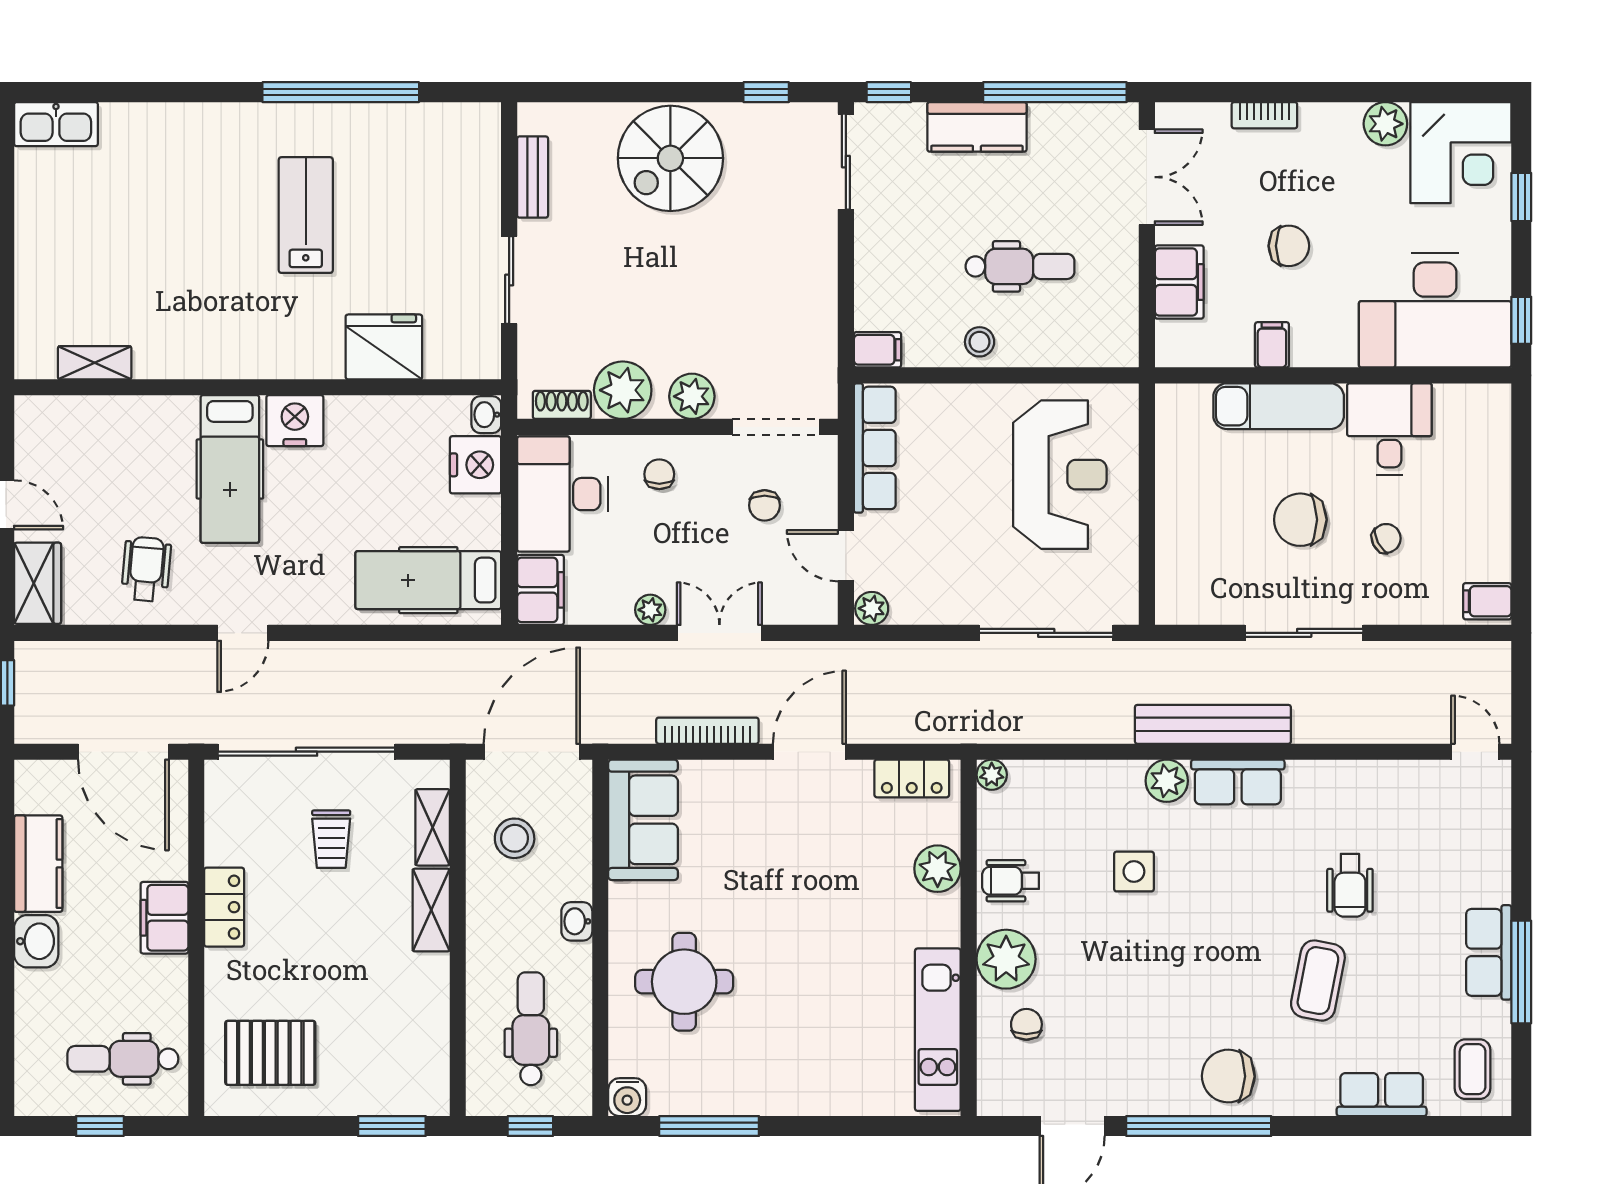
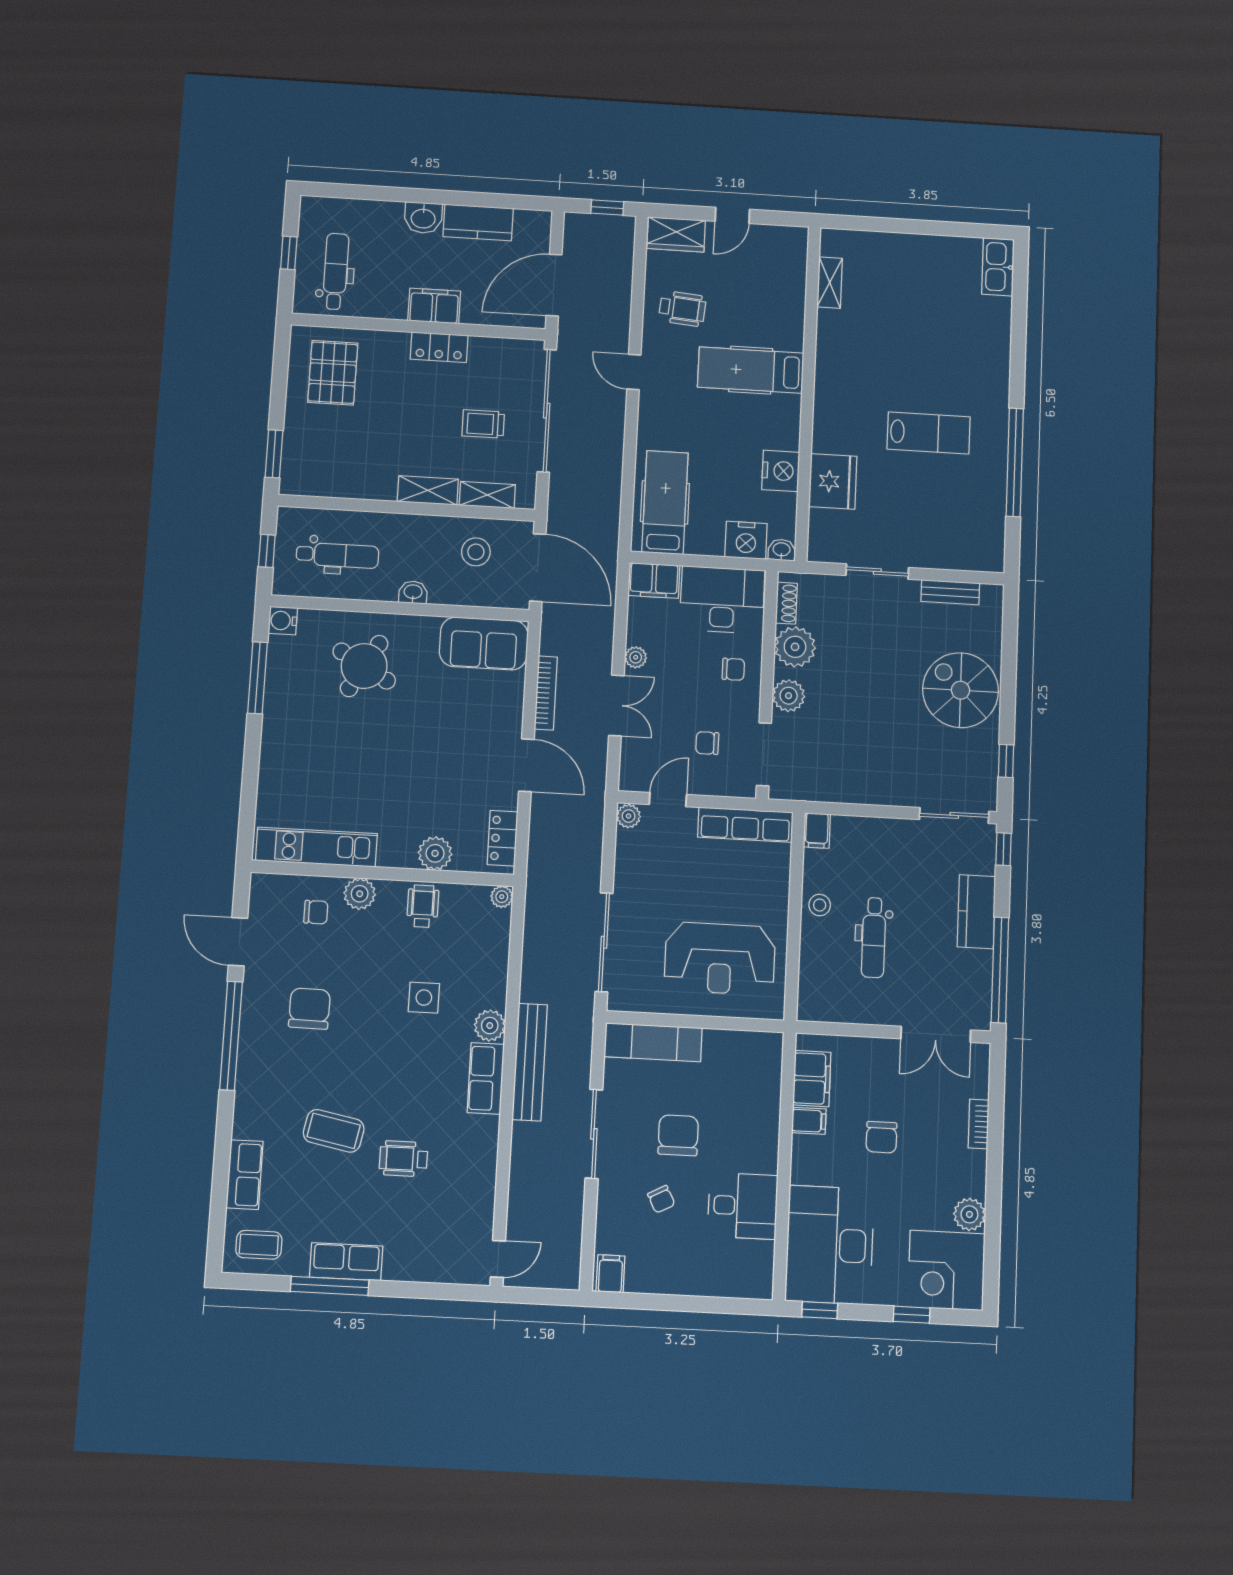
filing cabinet: (1179, 282) -> (812, 1079), moved, turned -90
exam couch: (1279, 406) -> (653, 1042), moved, turned -90
nightstand: (295, 421) -> (781, 471), moved
plant: (1006, 959) -> (360, 894), width x0.73, depth x0.73
round table: (684, 982) -> (364, 666), turned 30
chair: (1228, 1076) -> (309, 1009), moved

